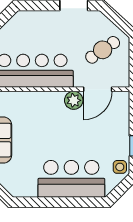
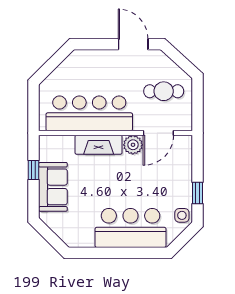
cafe table: (103, 50) -> (164, 91), turned 34
fireplace: (41, 100) -> (99, 145), added

